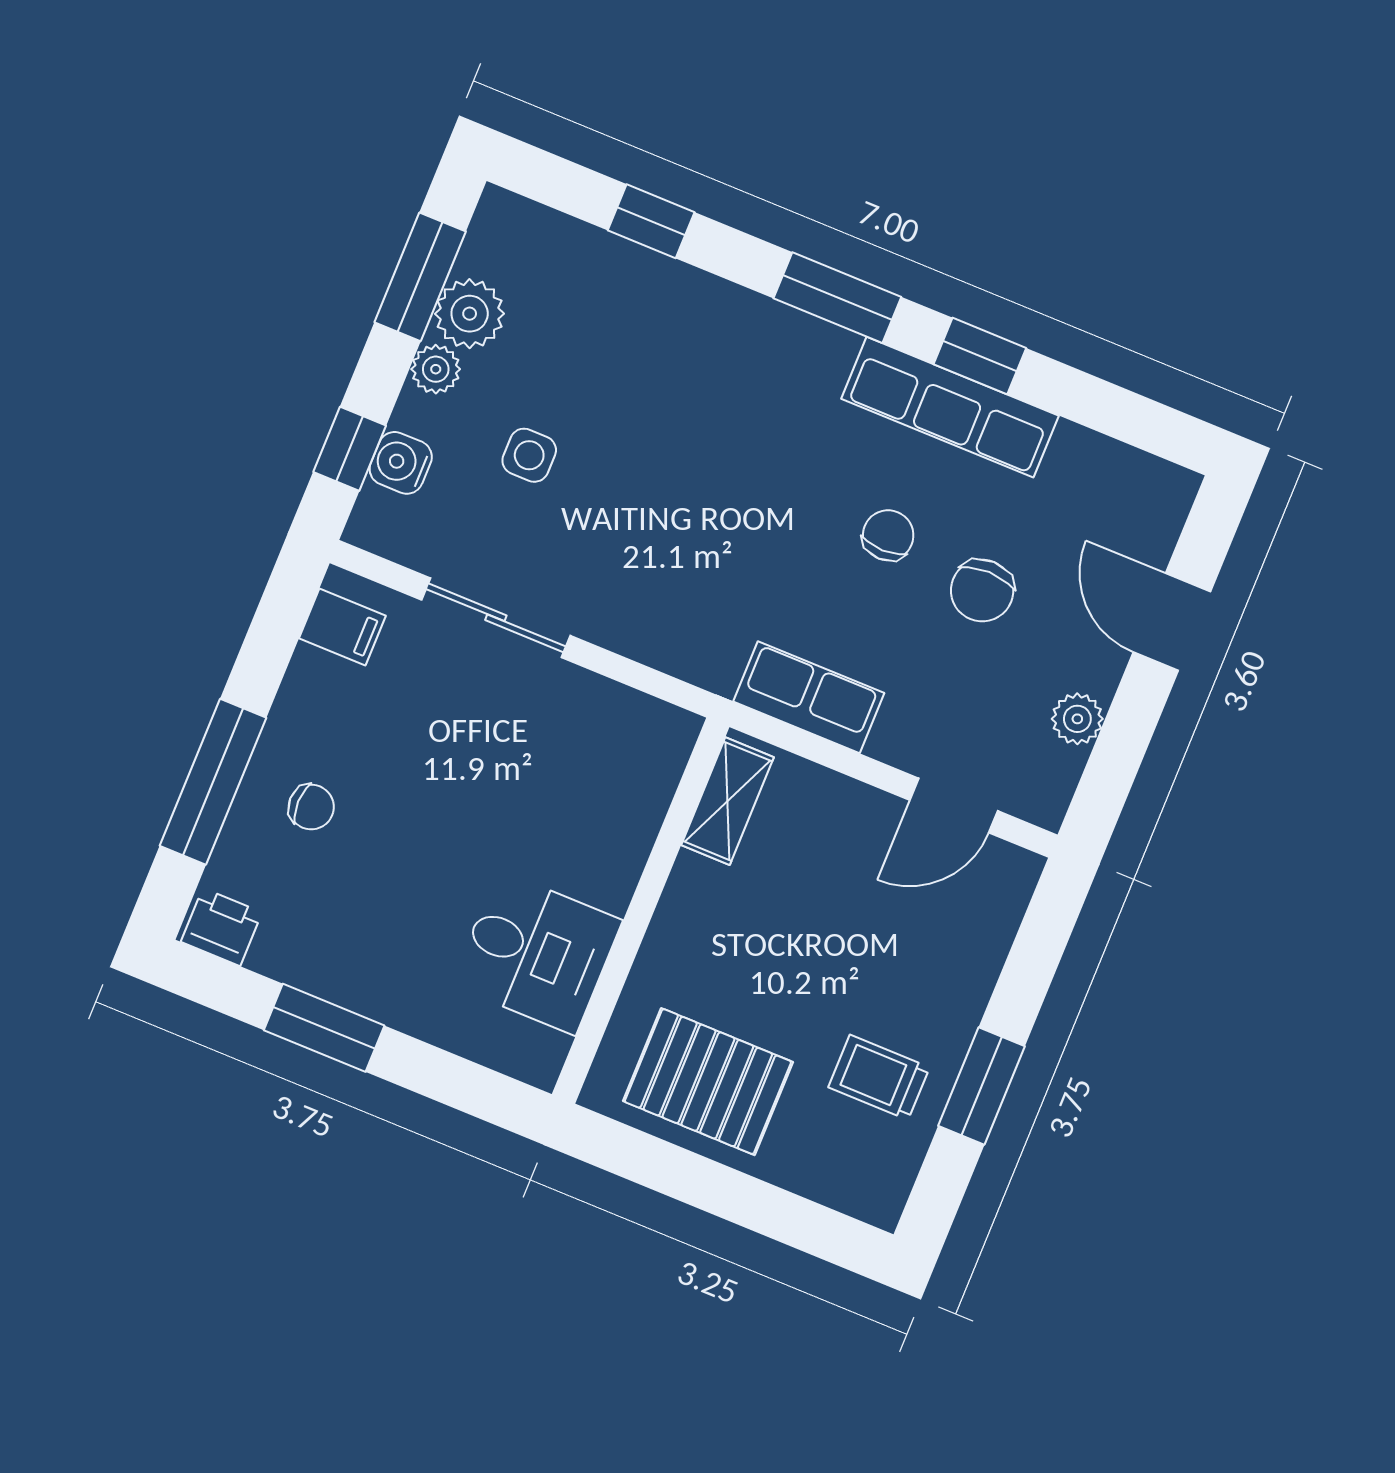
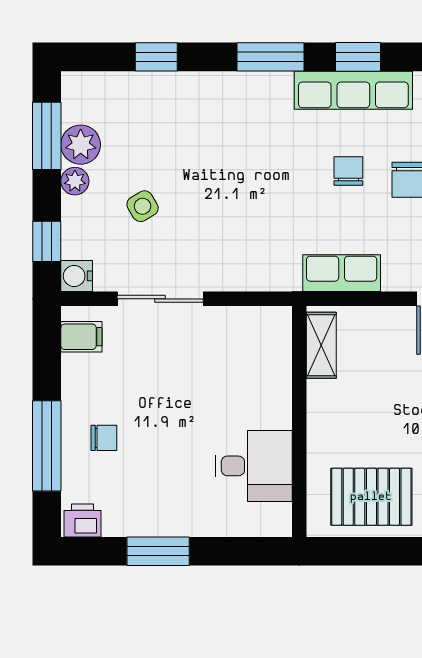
side table: (529, 455) -> (143, 206), turned -31
water cooler: (401, 463) -> (77, 276), moved

